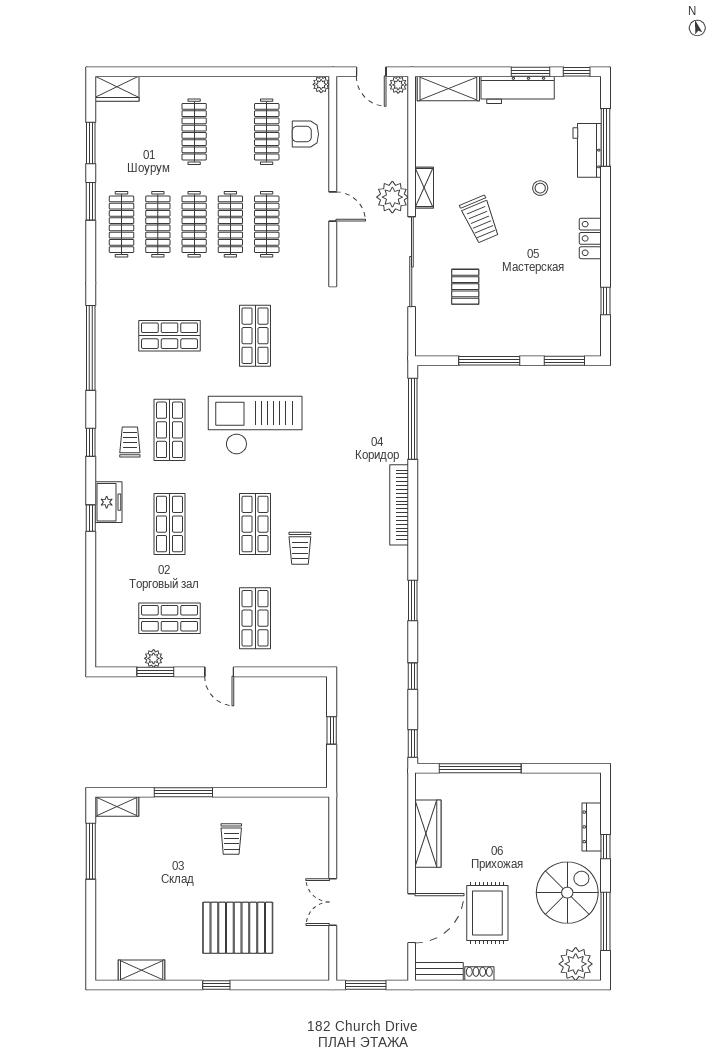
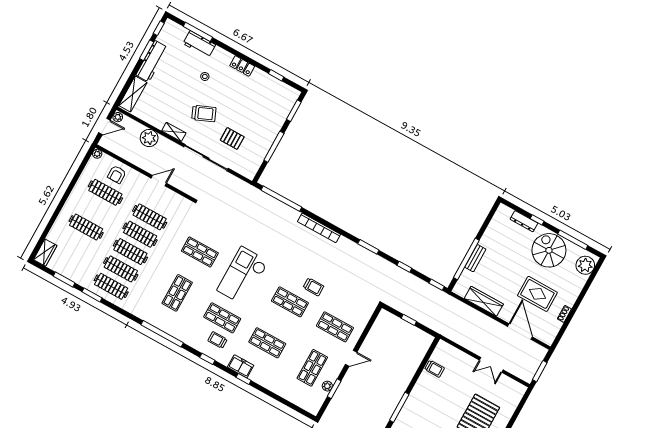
plant: (392, 197) -> (149, 138), moved
trolley: (231, 839) -> (434, 369), moved
bench: (439, 972) -> (475, 258), moved

